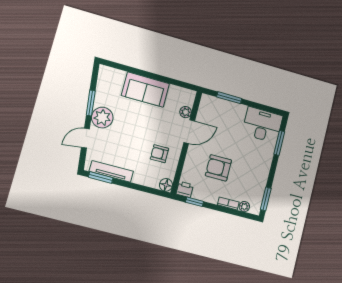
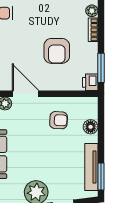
armchair: (159, 154) -> (59, 120), turned -87
floor lamp: (166, 185) -> (91, 127), moved
window: (195, 202) -> (101, 68), width x1.50

